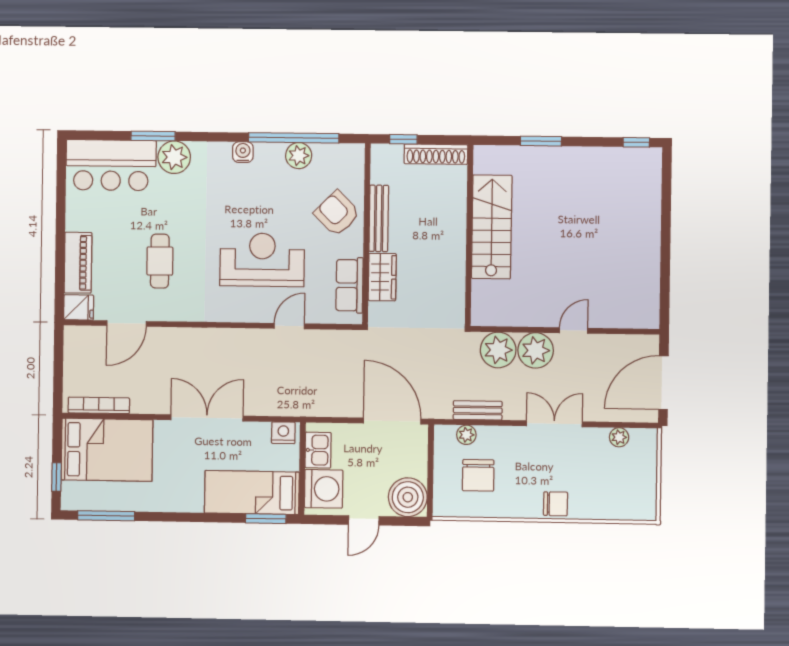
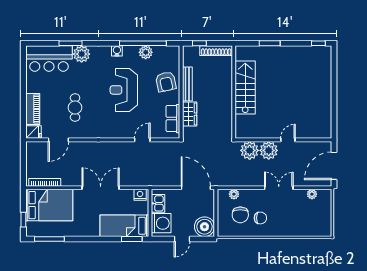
armchair: (337, 213) -> (166, 82), turned -147
reception desk: (262, 260) -> (124, 90), moved, turned -90
bench: (478, 410) -> (240, 182), removed
chair: (555, 504) -> (260, 218), moved

